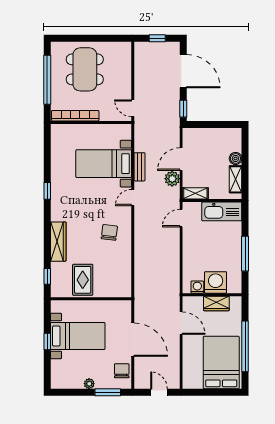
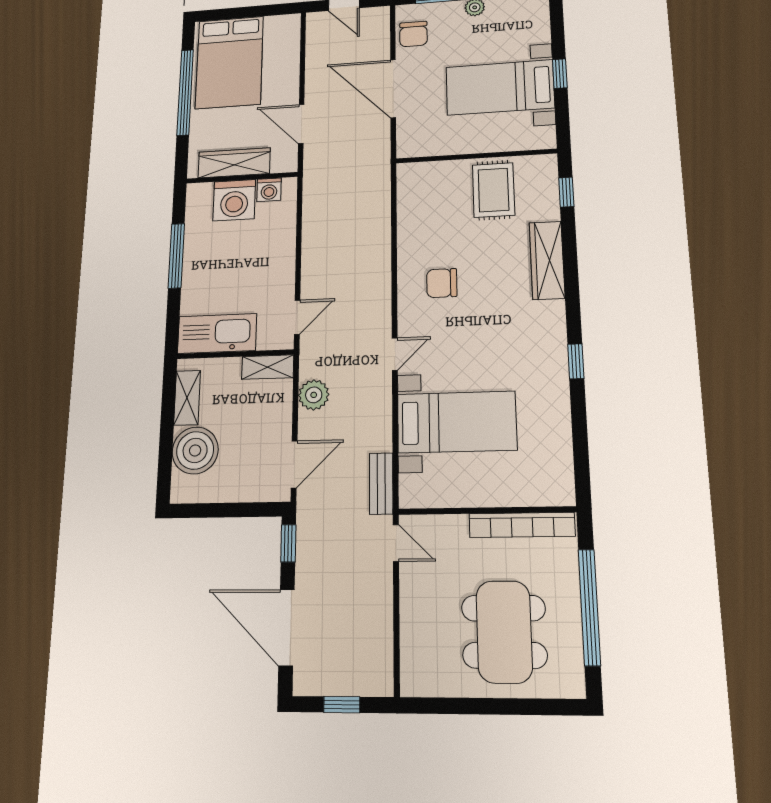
boiler: (236, 158) -> (195, 450), width x1.86, depth x1.86
door: (181, 159) -> (294, 464), moved
bench: (139, 167) -> (381, 483), moved
chair: (109, 232) -> (442, 283), turned 83
wardrobe: (216, 303) -> (234, 163), width x1.50

